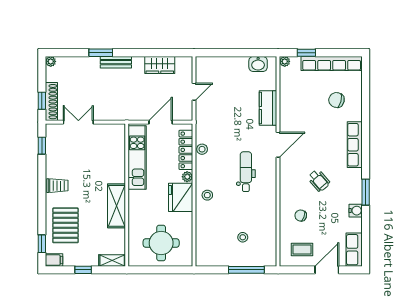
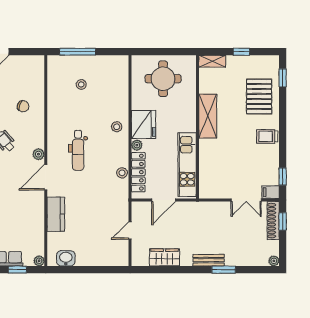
plant: (285, 168) -> (39, 154), added
coffee table: (302, 249) -> (22, 72), removed
filing cabinet: (54, 260) -> (271, 192), moved

